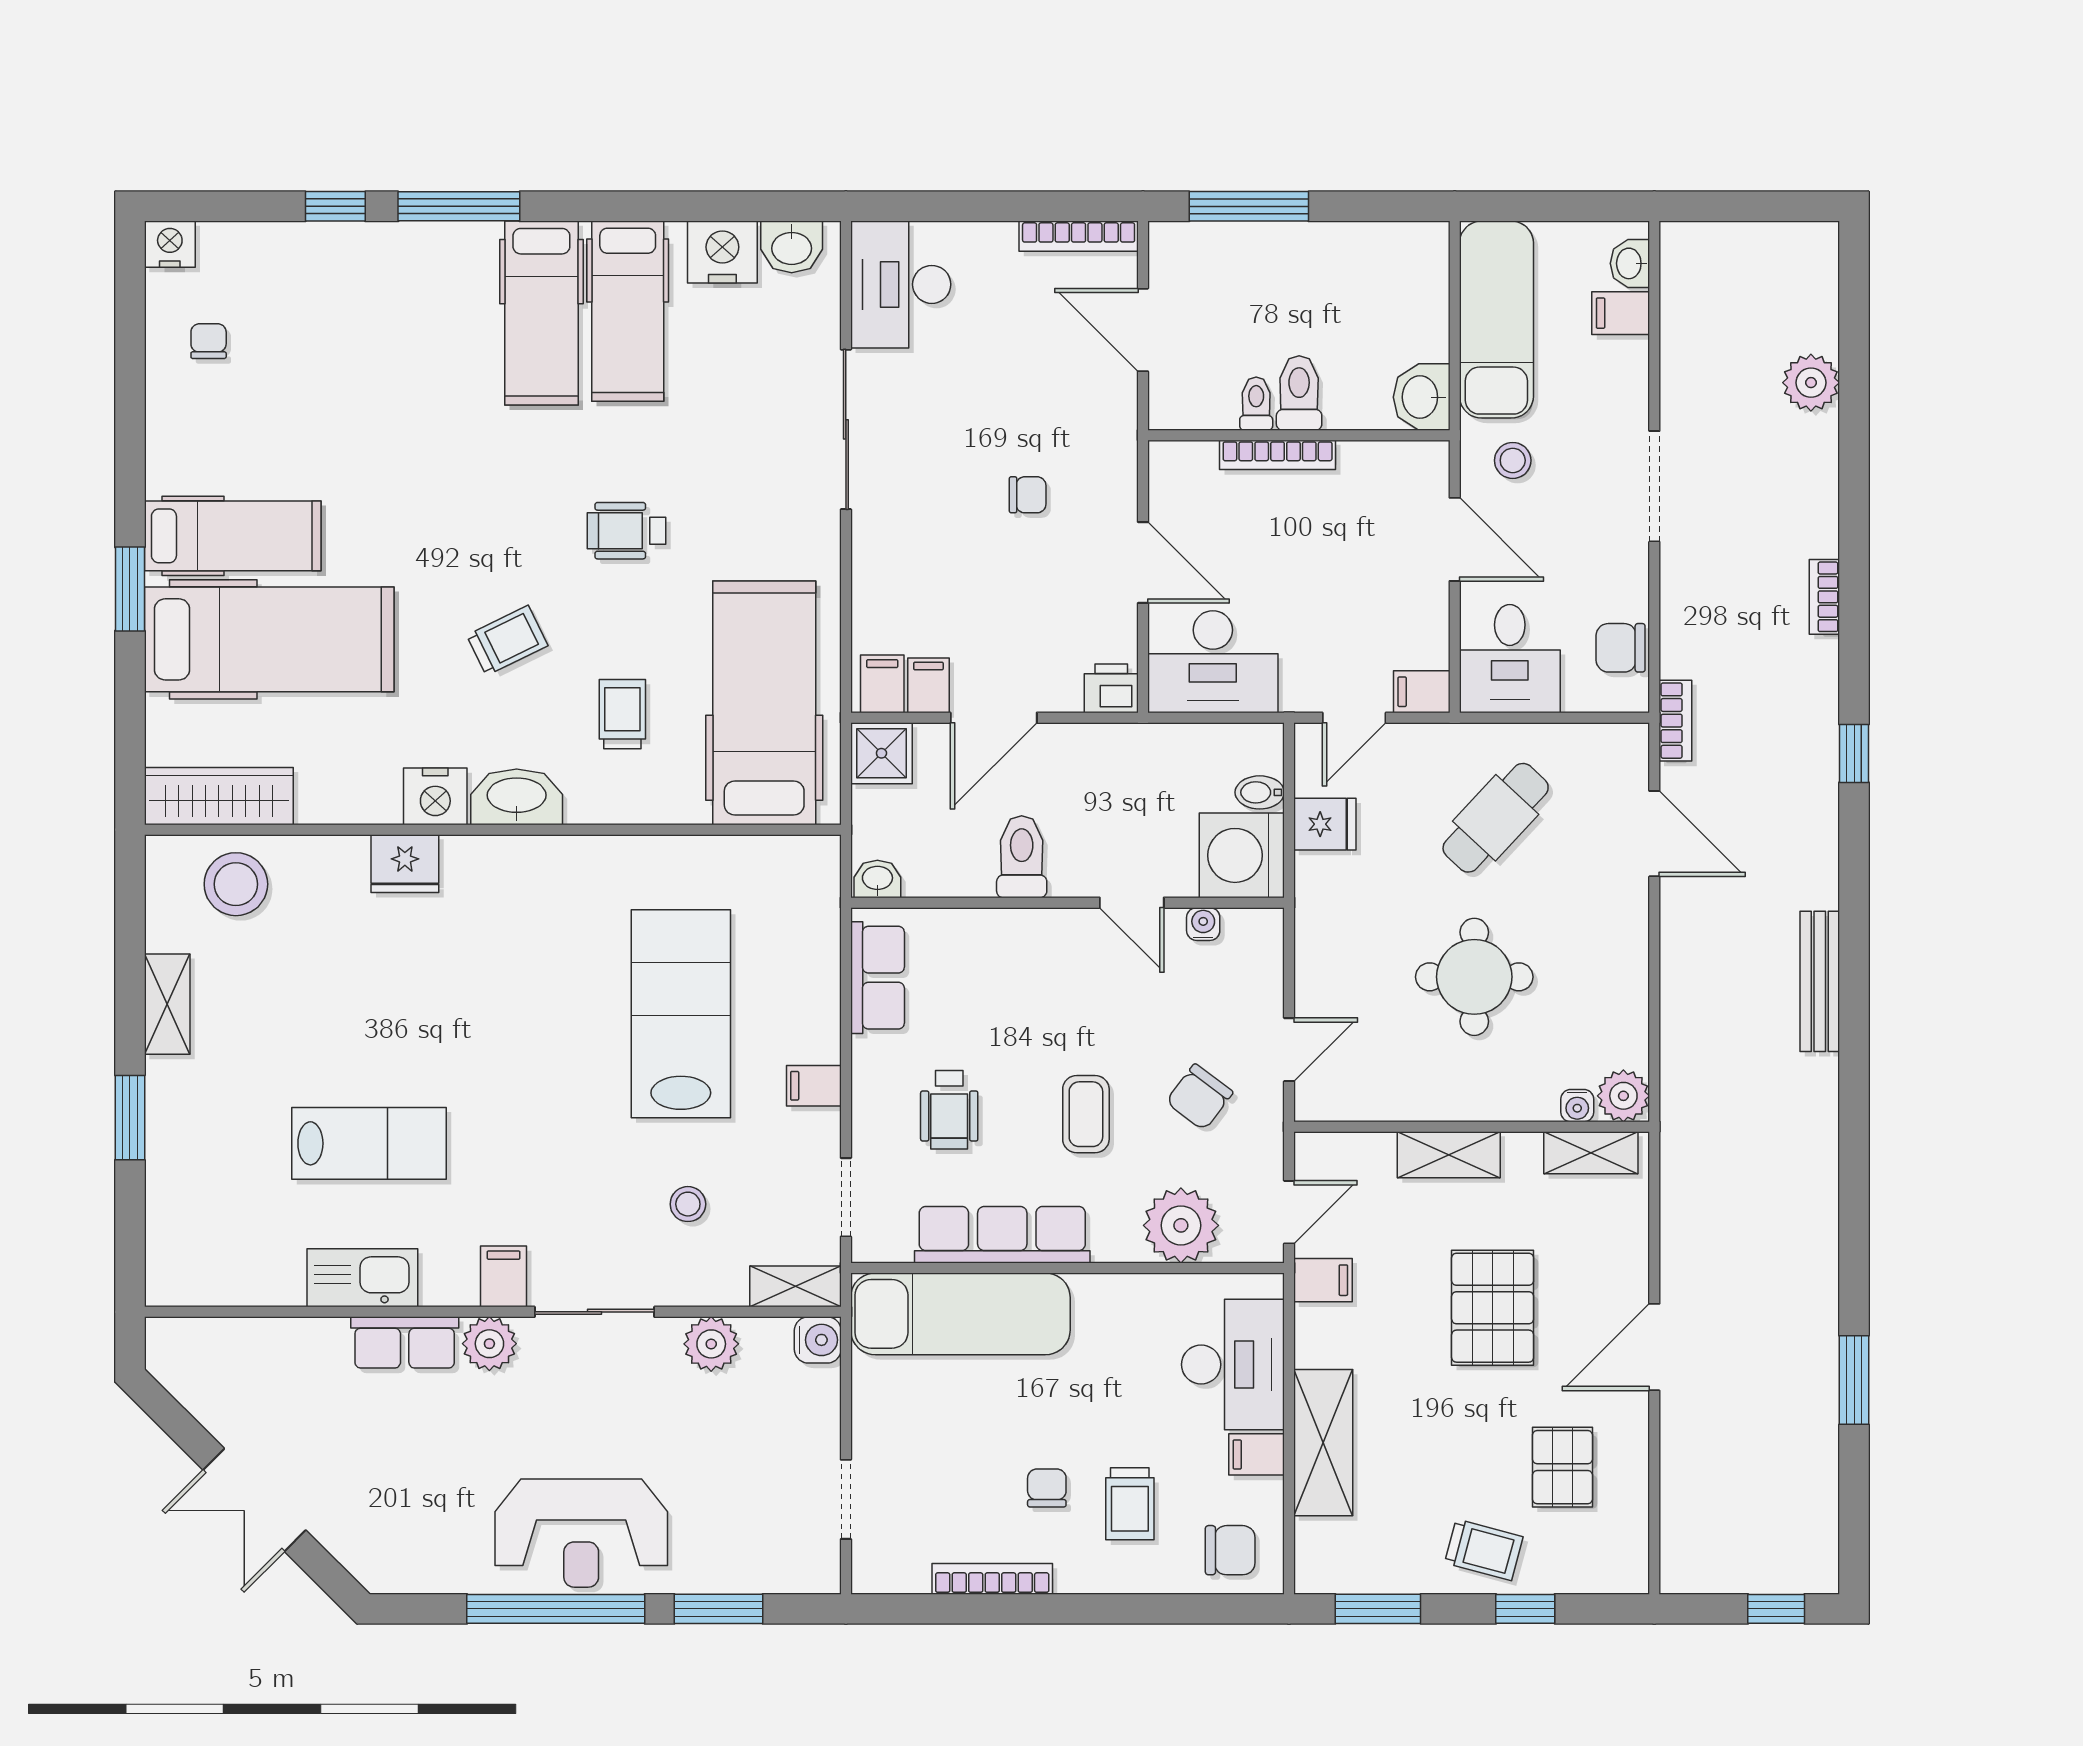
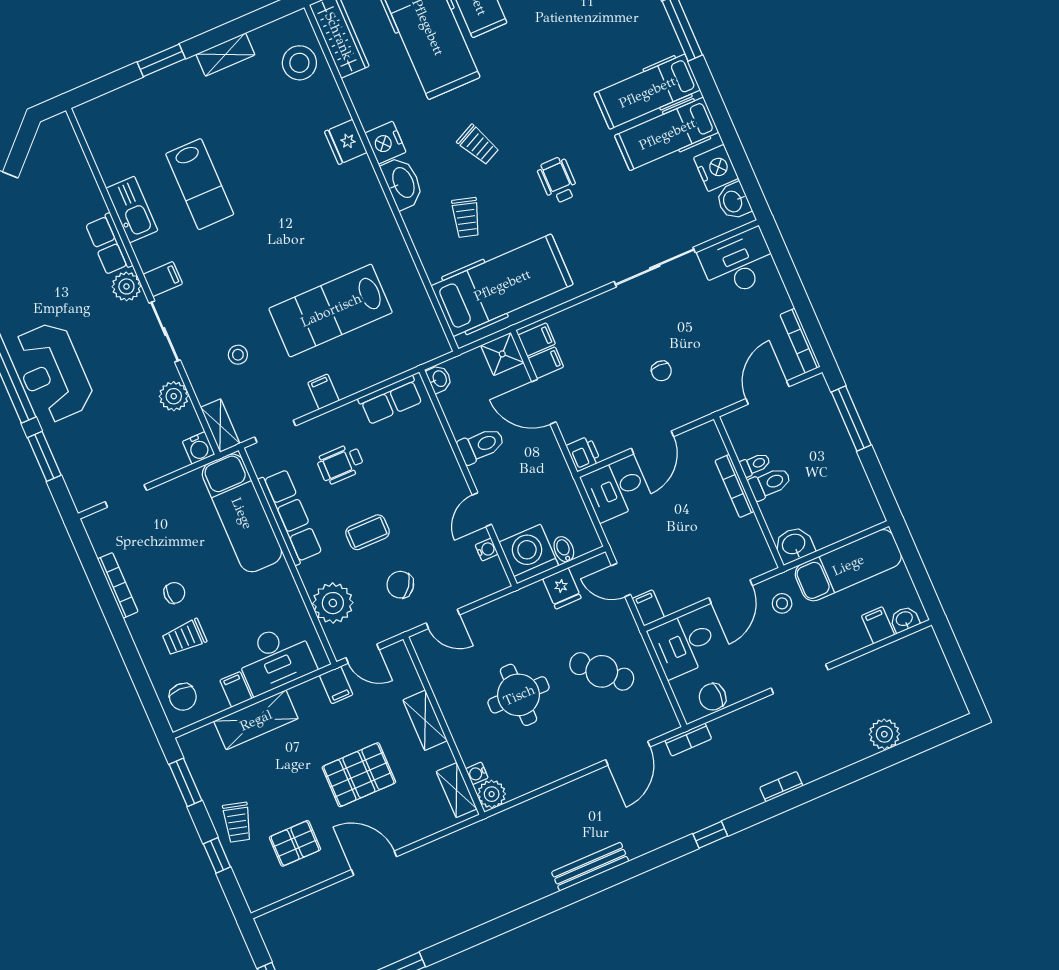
chair: (1621, 648) -> (713, 697), turned -90
desk: (1213, 662) -> (615, 489), width x0.73
trolley: (622, 714) -> (466, 217), turned 106
lab bench: (681, 1014) -> (331, 310), turned 180

